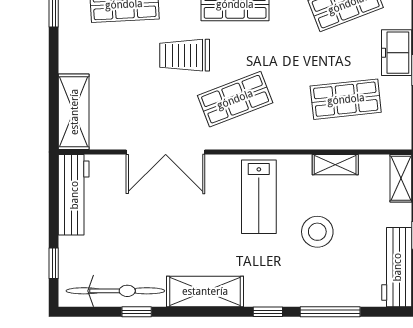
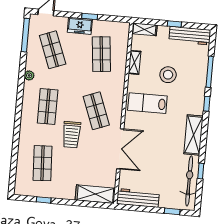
lab bench: (259, 197) -> (147, 103), turned 180

